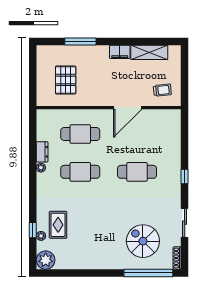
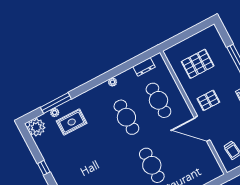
pallet: (105, 88) -> (208, 100), added
dresser: (42, 152) -> (144, 67), moved
window: (33, 230) -> (56, 103), width x2.17
window: (87, 273) -> (44, 168), added

